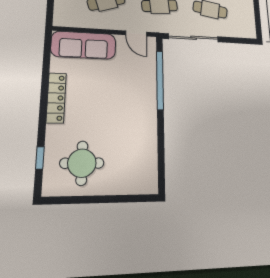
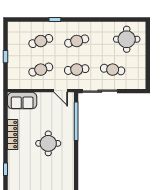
sofa: (84, 45) -> (22, 101), width x0.73
round table: (82, 163) -> (48, 143), moved

